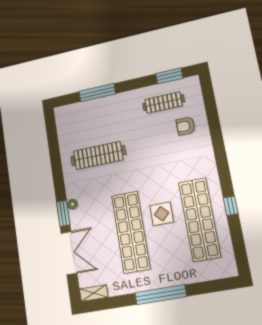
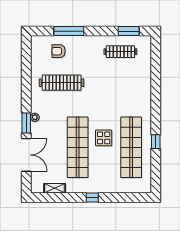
armchair: (186, 126) -> (59, 51), moved
shelving: (94, 293) -> (55, 188), moved
window: (161, 295) -> (92, 197), width x0.32

